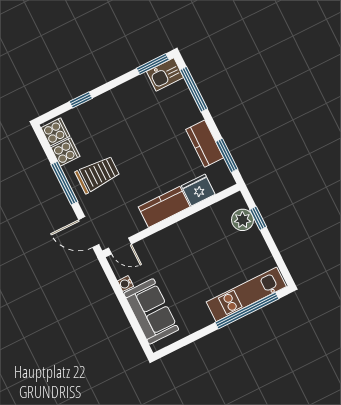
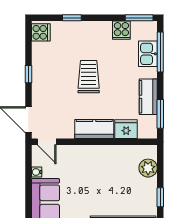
kitchen sink: (165, 75) -> (148, 54), moved, turned 90
cooker: (65, 152) -> (121, 30), moved, turned 90
trolley: (98, 174) -> (89, 77), moved, turned -90
window: (64, 183) -> (28, 74), width x0.46
window: (258, 218) -> (160, 197), moved

